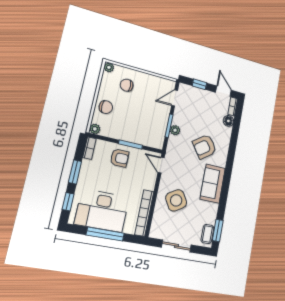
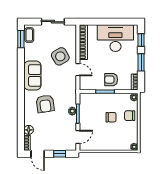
chair: (127, 85) -> (111, 117), moved
armchair: (205, 147) -> (45, 104), turned 118
door: (161, 165) -> (78, 70), moved
window: (105, 234) -> (109, 22), removed

